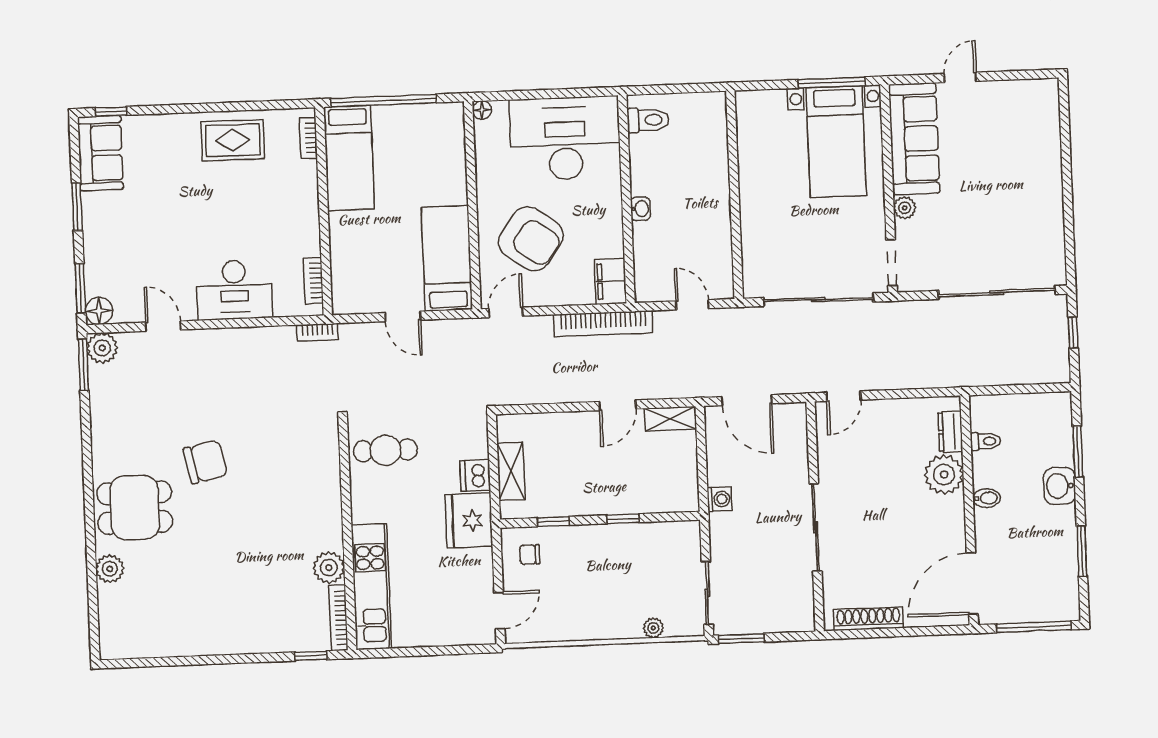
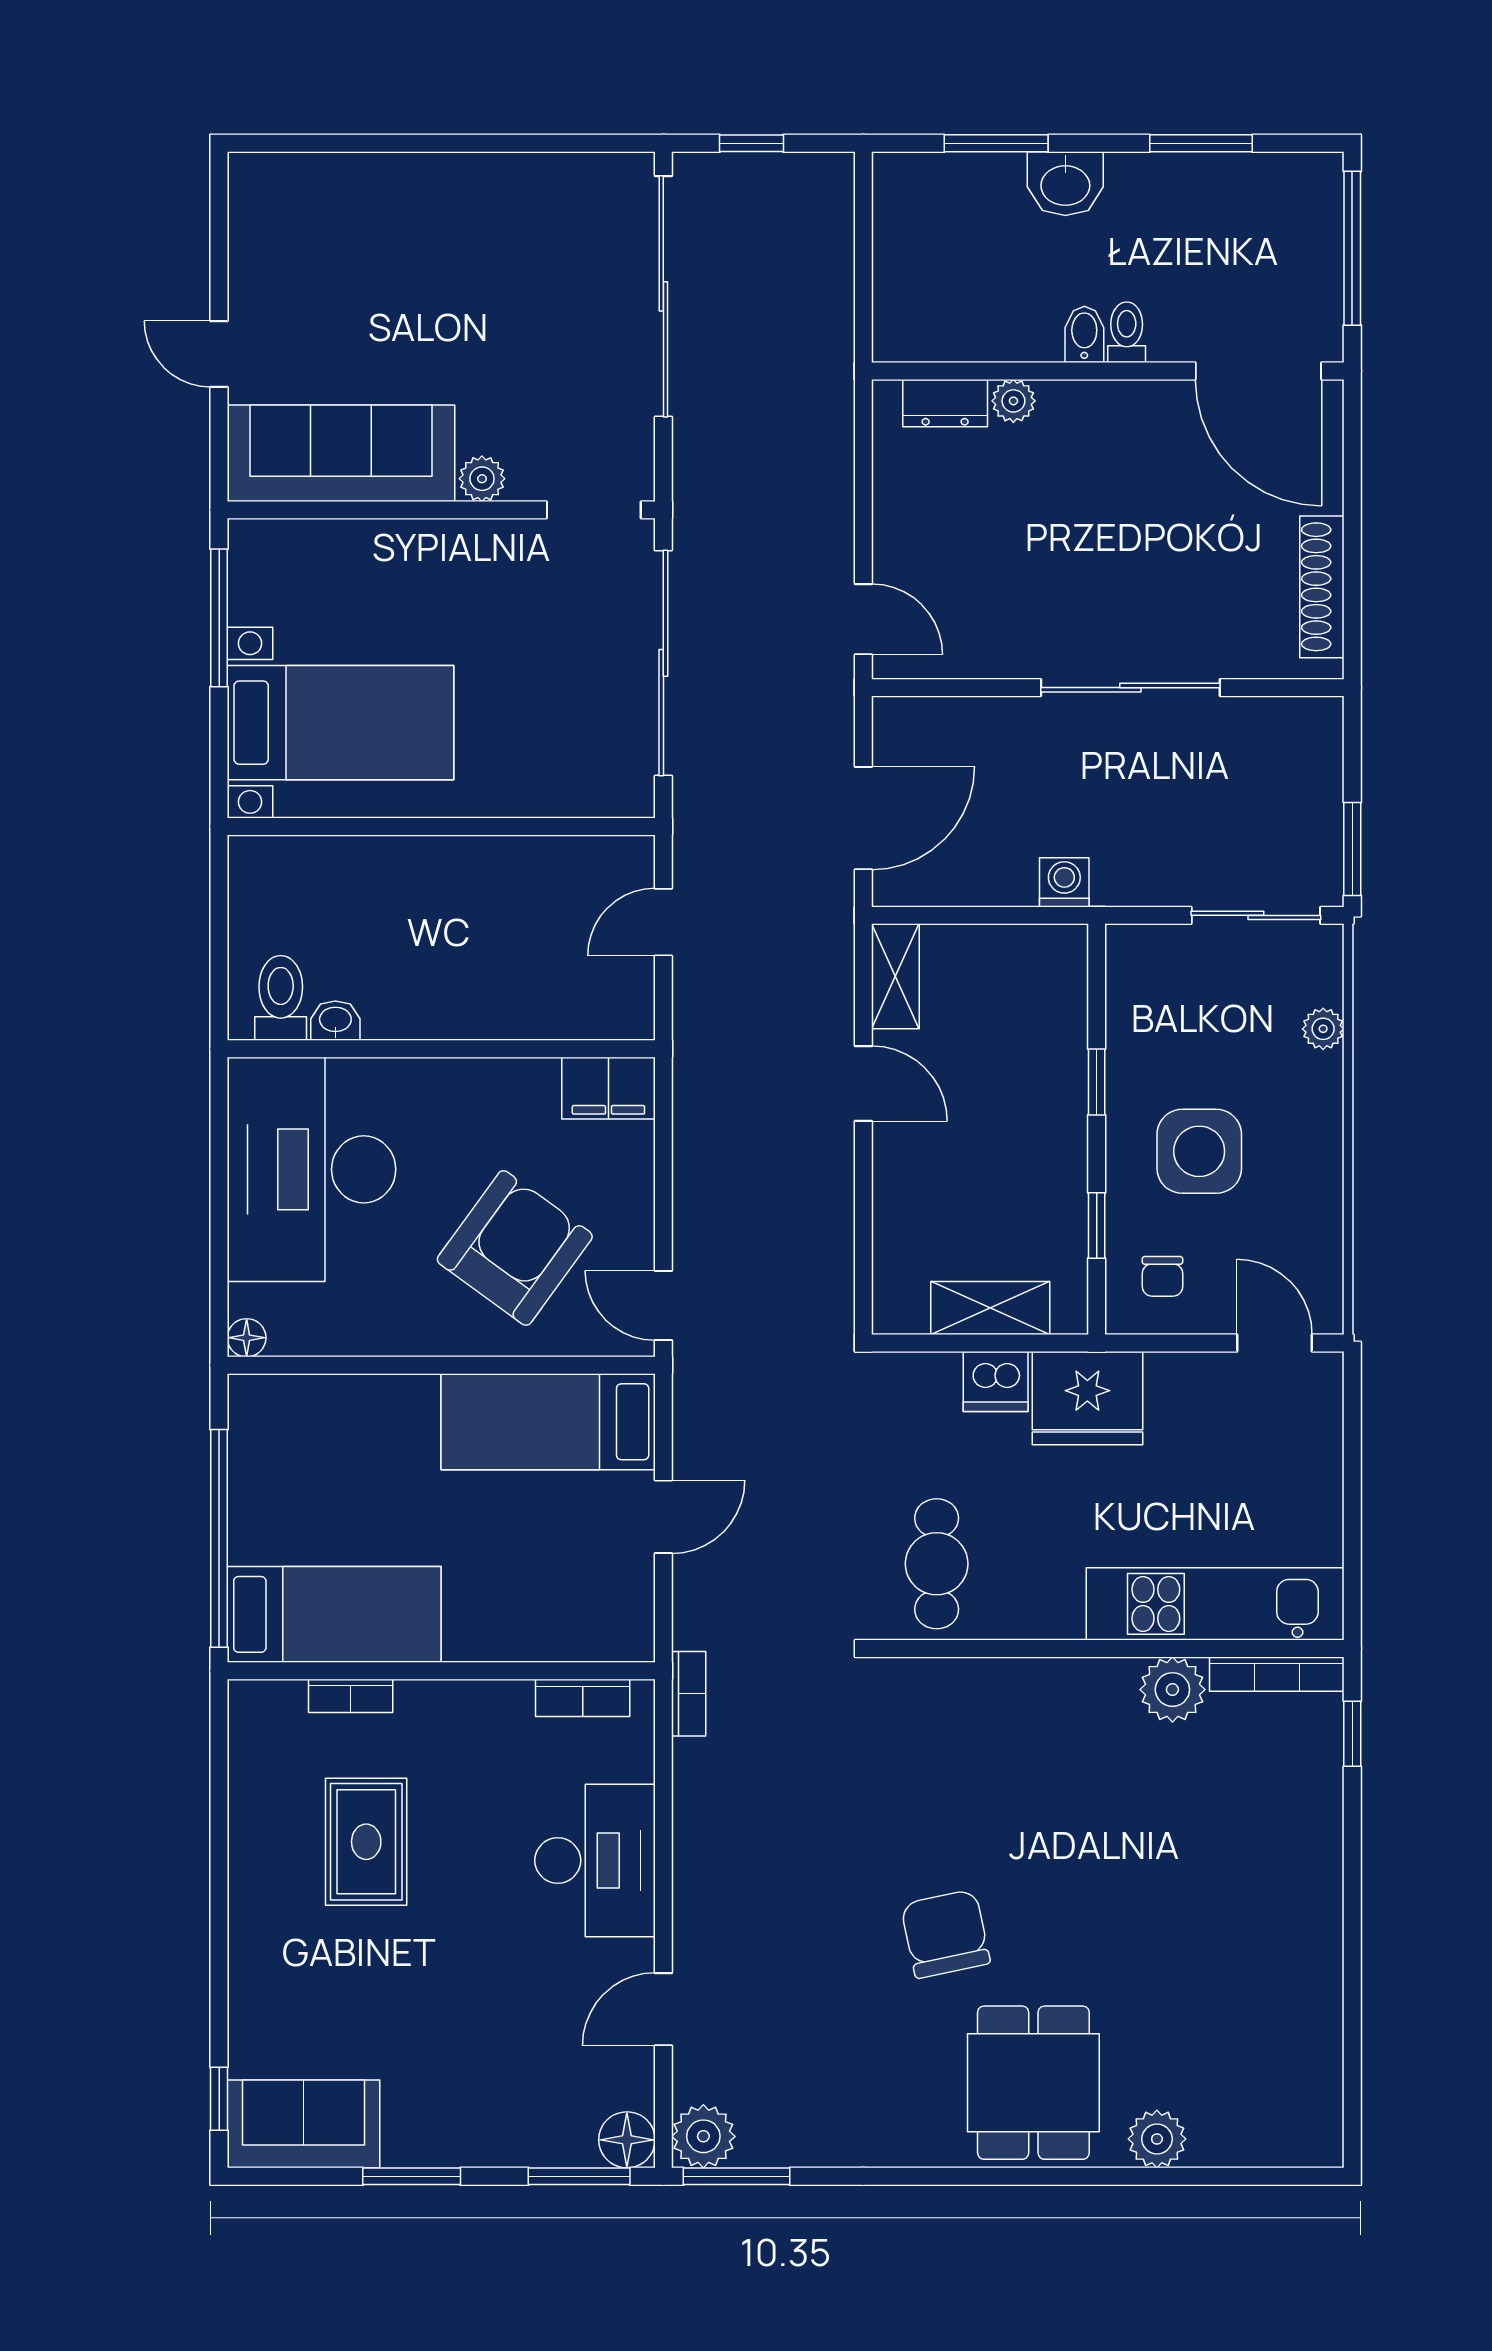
bookcase: (308, 138) -> (351, 1696), moved
rug: (233, 140) -> (366, 1842), moved
bed with nightstands: (836, 142) -> (340, 723), moved
washbasin: (640, 209) -> (335, 1021), moved
bookcase: (603, 324) -> (695, 1107), removed
toilet: (985, 441) -> (1127, 332), moved
plant: (944, 475) -> (1013, 401), width x0.53, depth x0.53
side table: (591, 570) -> (1199, 1151), added

